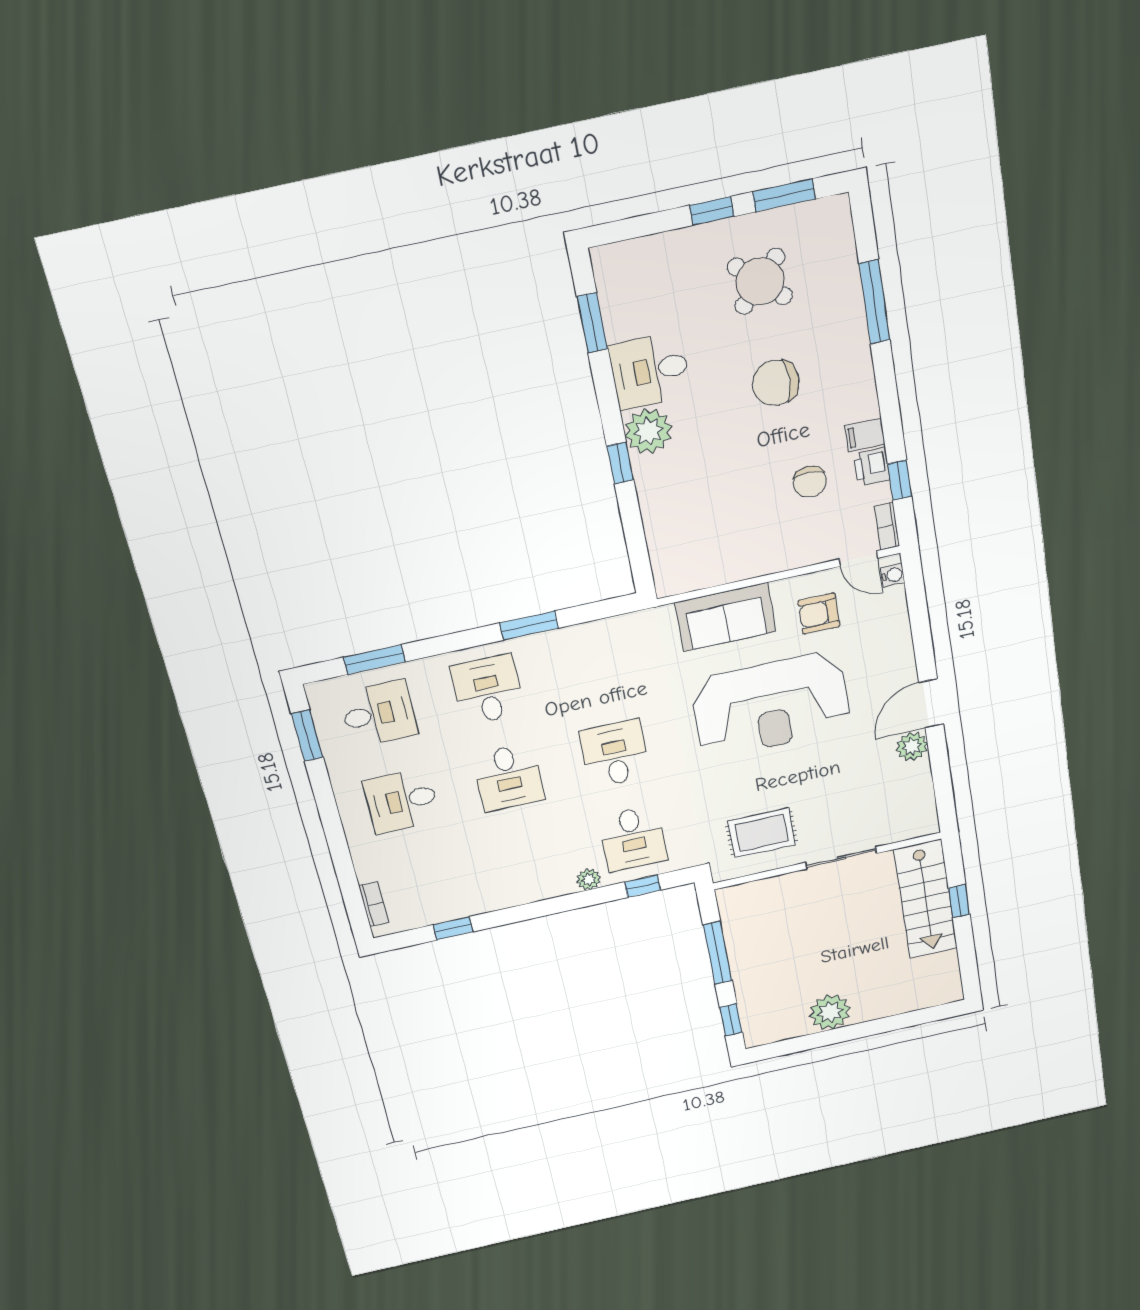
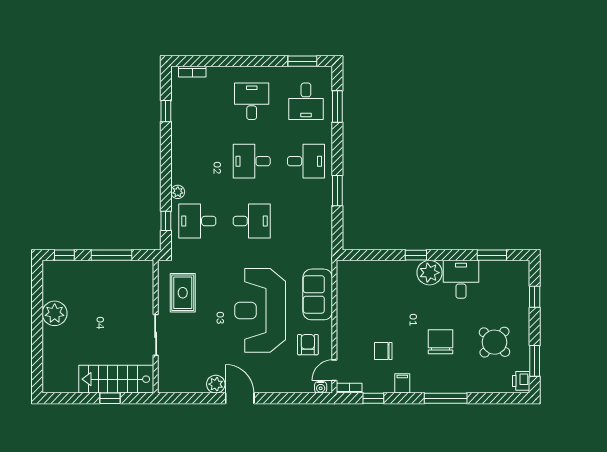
window: (712, 211) -> (535, 297), moved
window: (874, 302) -> (446, 398), moved
printer: (872, 467) -> (521, 381), moved, turned -90

